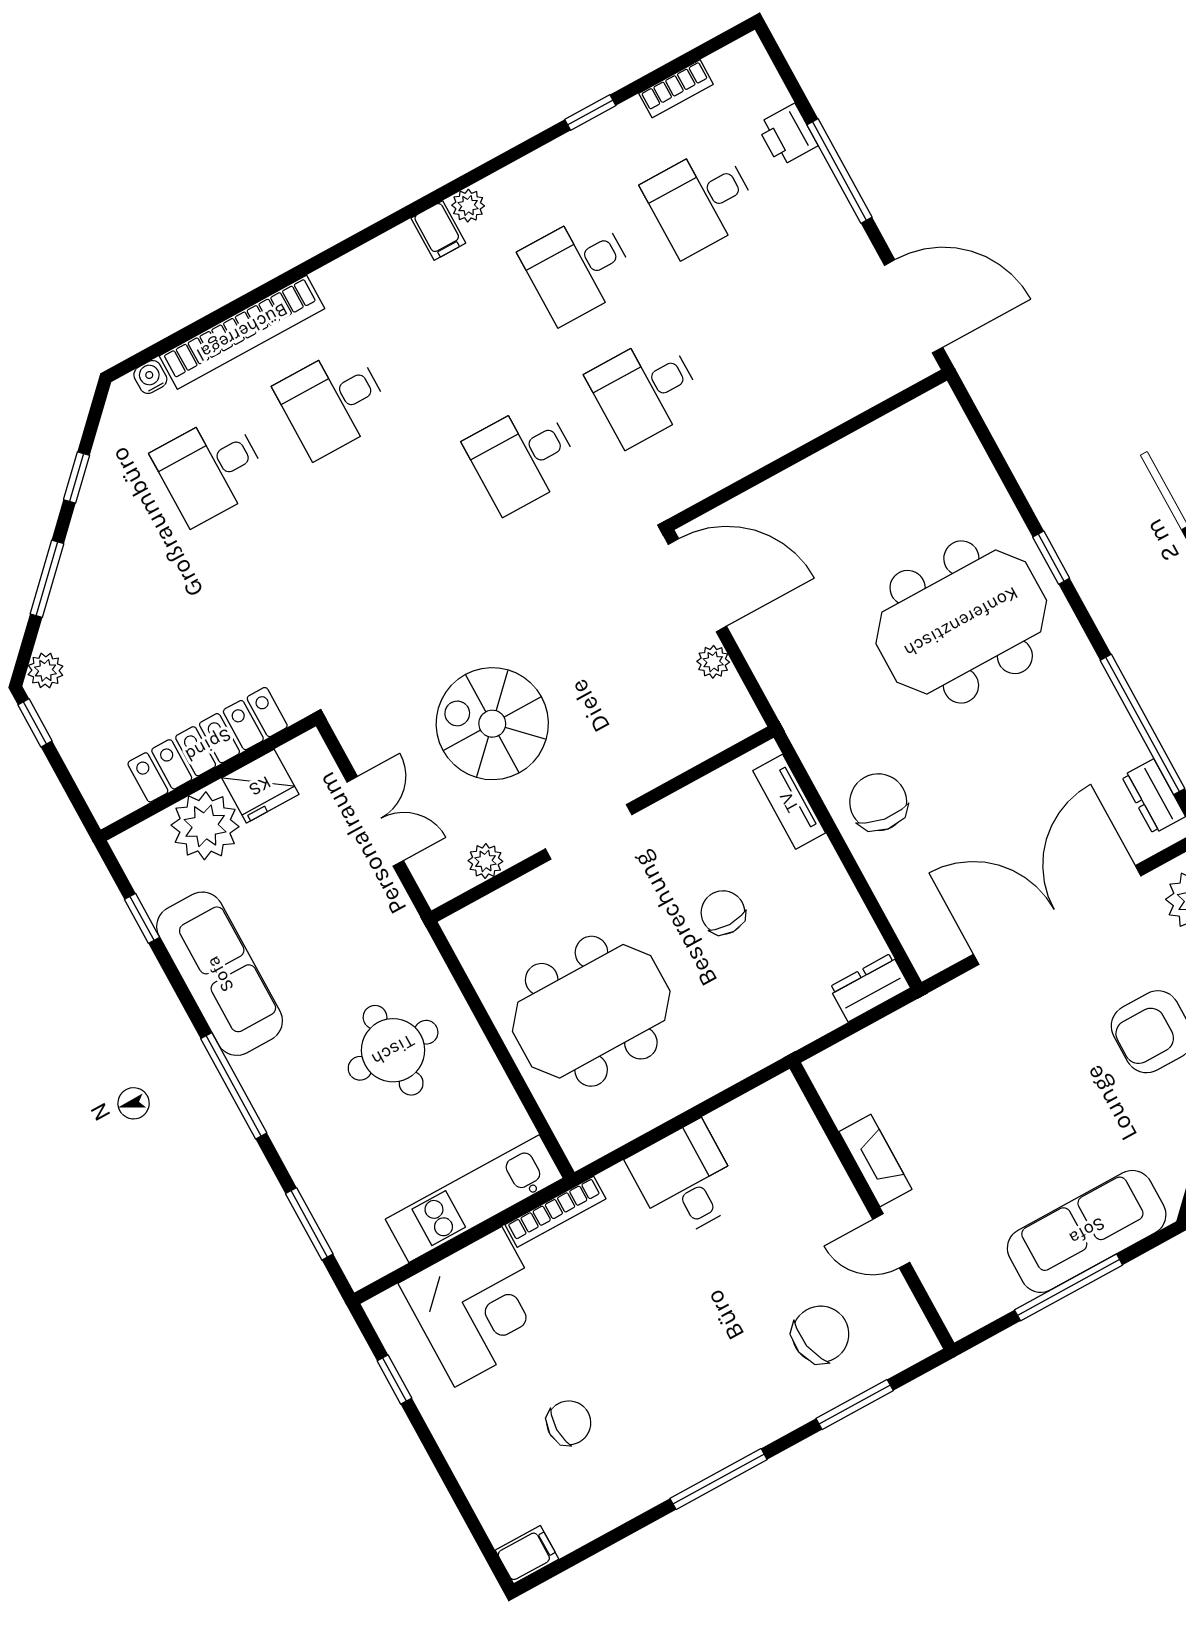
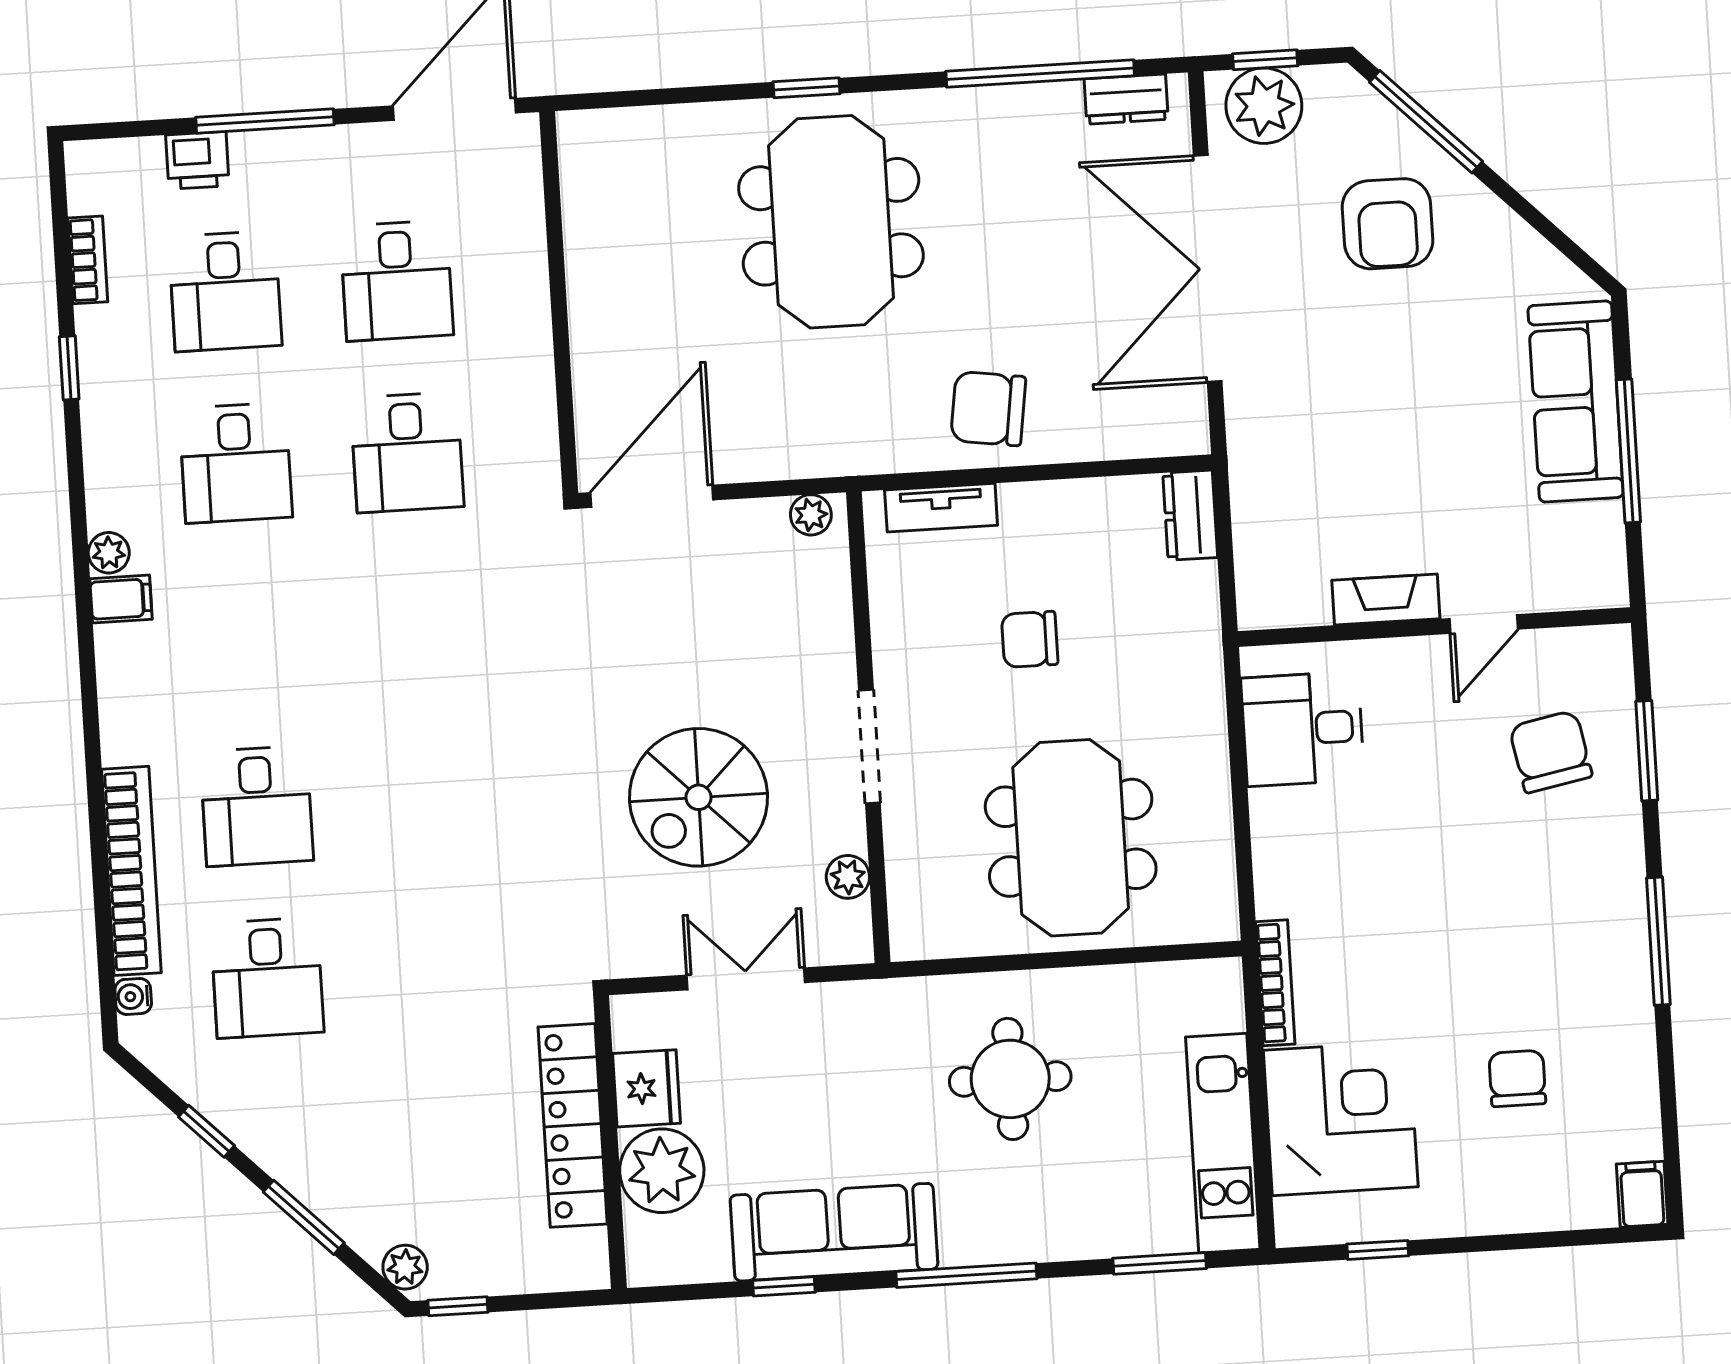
desk: (523, 457) -> (397, 281), moved
plant: (713, 662) -> (811, 515), moved
window: (142, 918) -> (784, 1286), moved
desk: (685, 1180) -> (1303, 729), moved
kitchen unit: (474, 1199) -> (1223, 1143), moved

